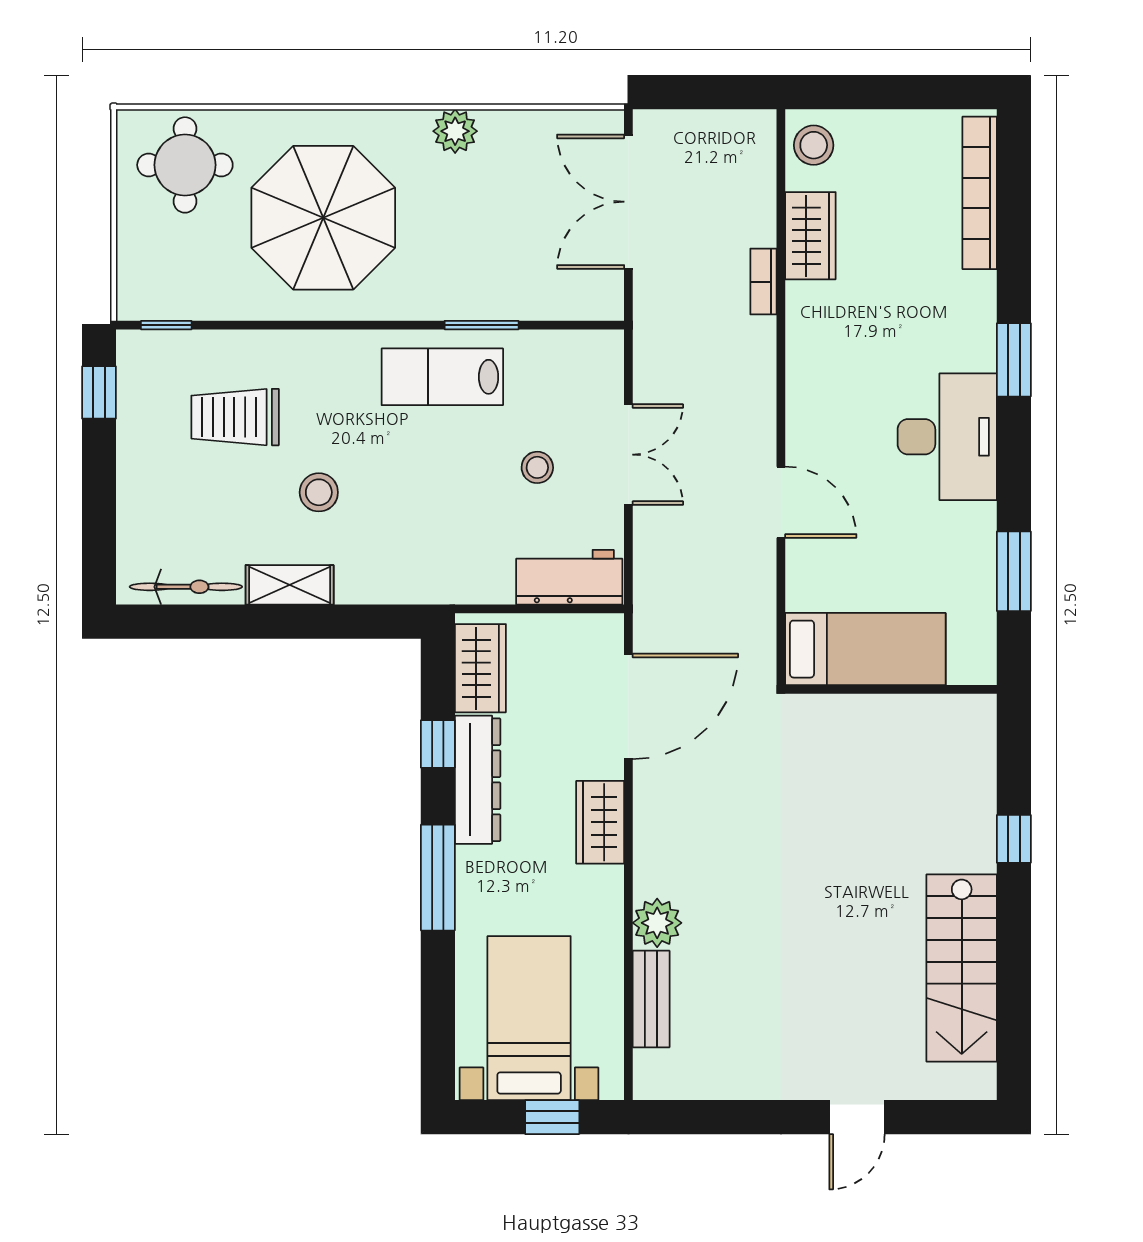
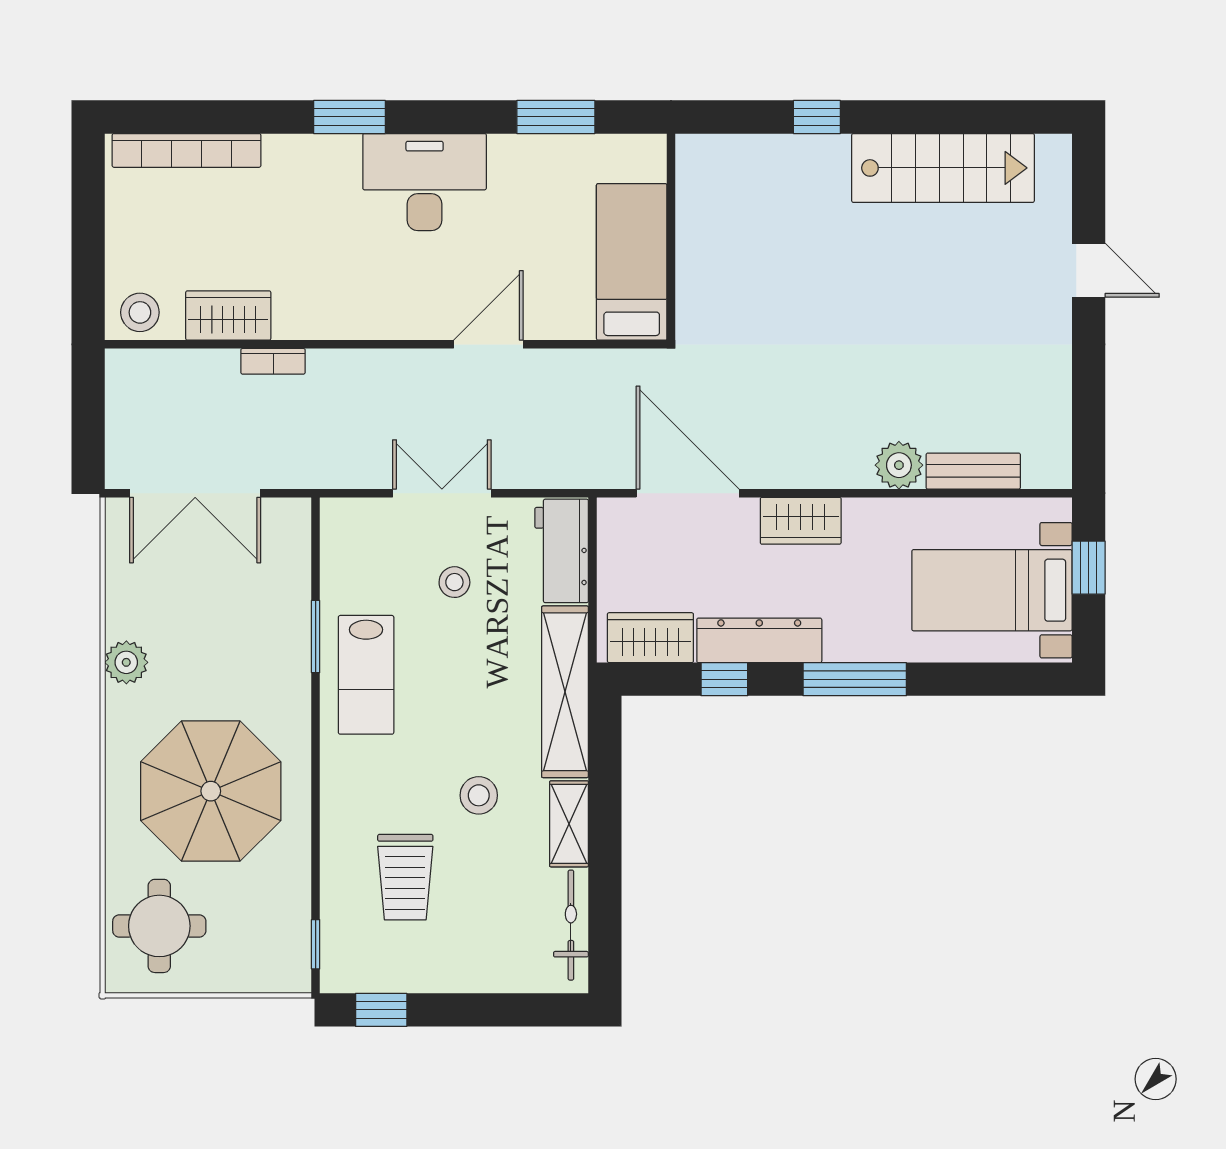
shelving: (425, 581) -> (565, 692), added

